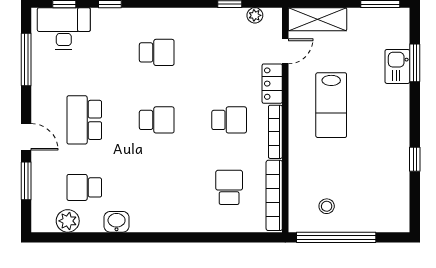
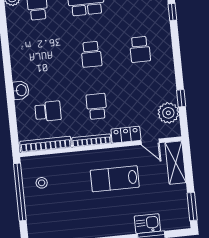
plant: (255, 15) -> (168, 113), width x1.88, depth x1.88
school desk: (229, 120) -> (97, 106), turned 180
washbasin: (117, 222) -> (21, 90), moved

